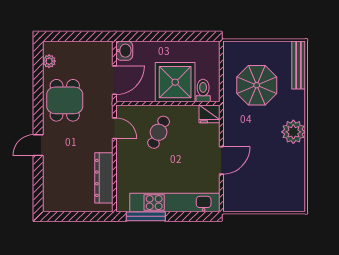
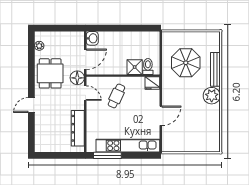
bench: (299, 65) -> (215, 69), moved
shower: (175, 82) -> (135, 67), width x0.54, depth x0.54
floor lamp: (103, 107) -> (77, 78), added

